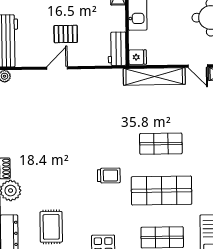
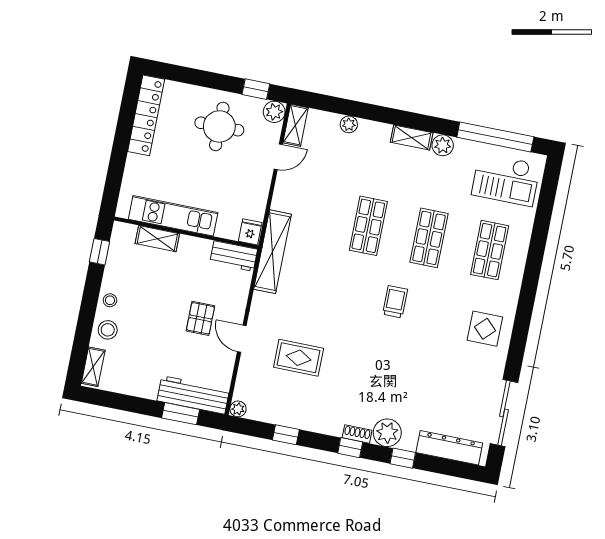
shelving: (154, 76) -> (273, 252), moved
shop shelf: (162, 191) -> (429, 238), width x0.70, depth x0.74
rug: (51, 227) -> (299, 358), moved

